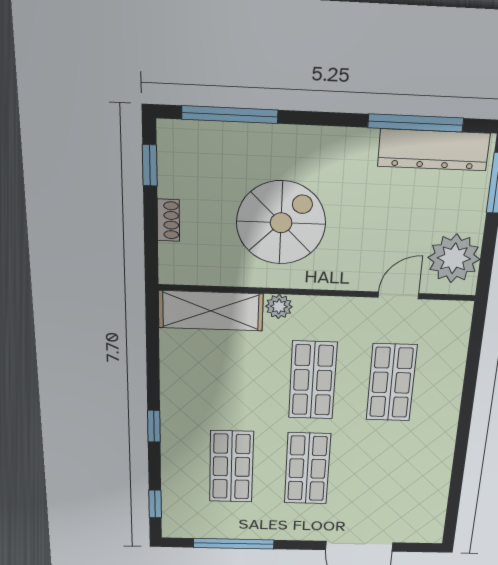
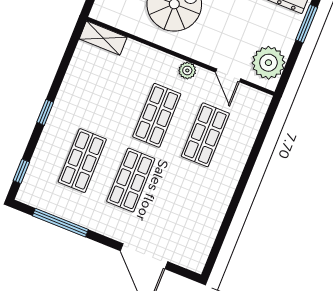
door: (398, 295) -> (228, 75), swing flipped
plant: (279, 307) -> (187, 70), moved
shelving: (211, 311) -> (103, 38), width x0.67, depth x0.75

